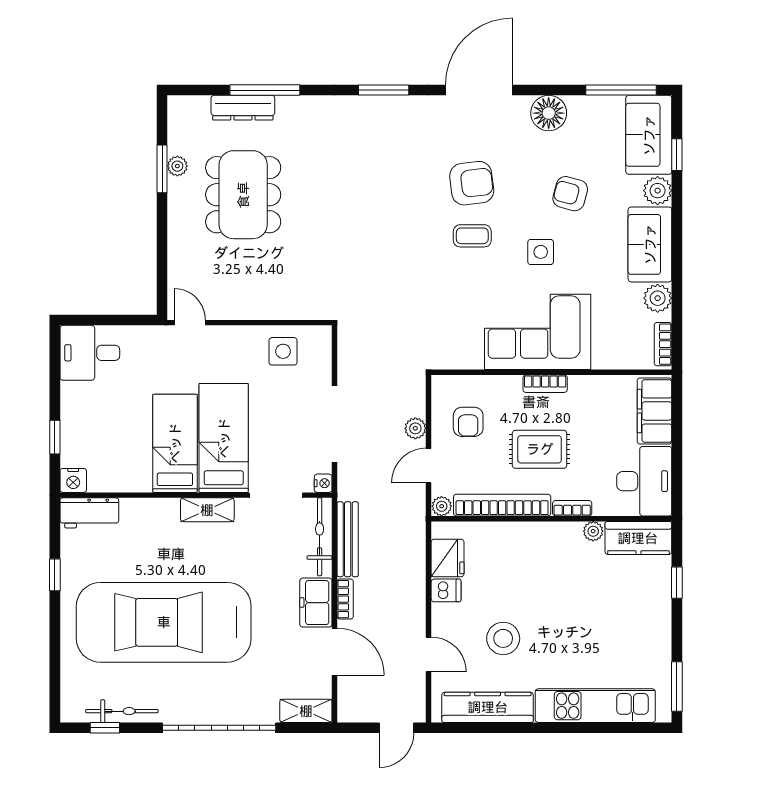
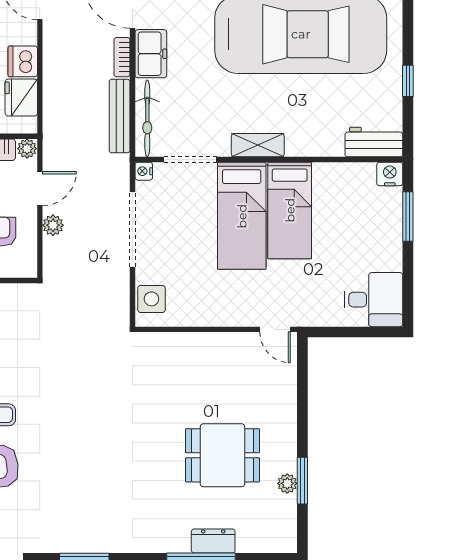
dresser: (243, 108) -> (213, 541), width x0.70
dining table: (243, 195) -> (222, 455), width x0.73
side table: (283, 351) -> (151, 299), moved
window: (55, 437) -> (408, 217), width x1.50
dishwasher: (446, 590) -> (23, 61), width x1.38

